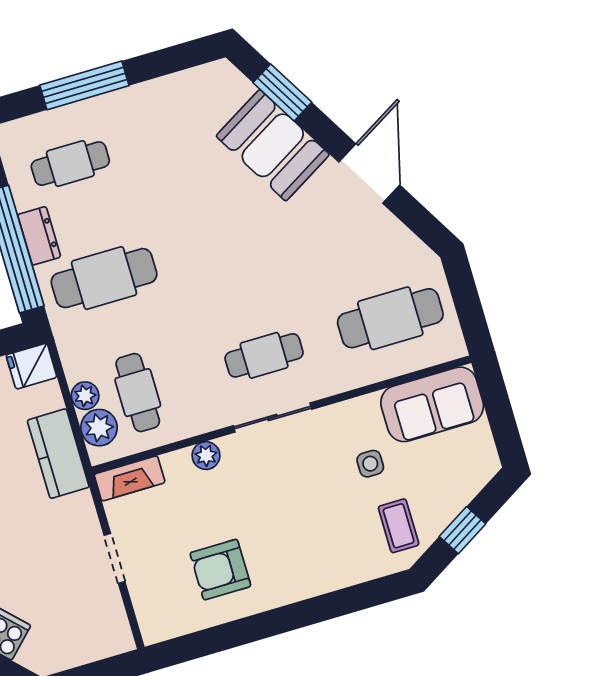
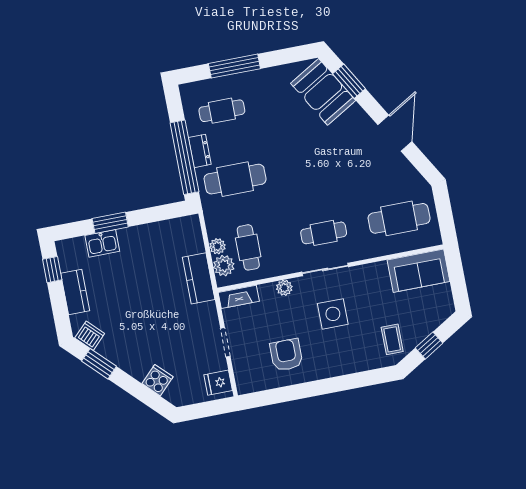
booth: (273, 145) -> (323, 92), moved
fridge: (31, 366) -> (218, 383), moved
side table: (370, 464) -> (333, 314), moved, width x1.87, depth x1.87
armchair: (220, 570) -> (286, 355), turned 90

